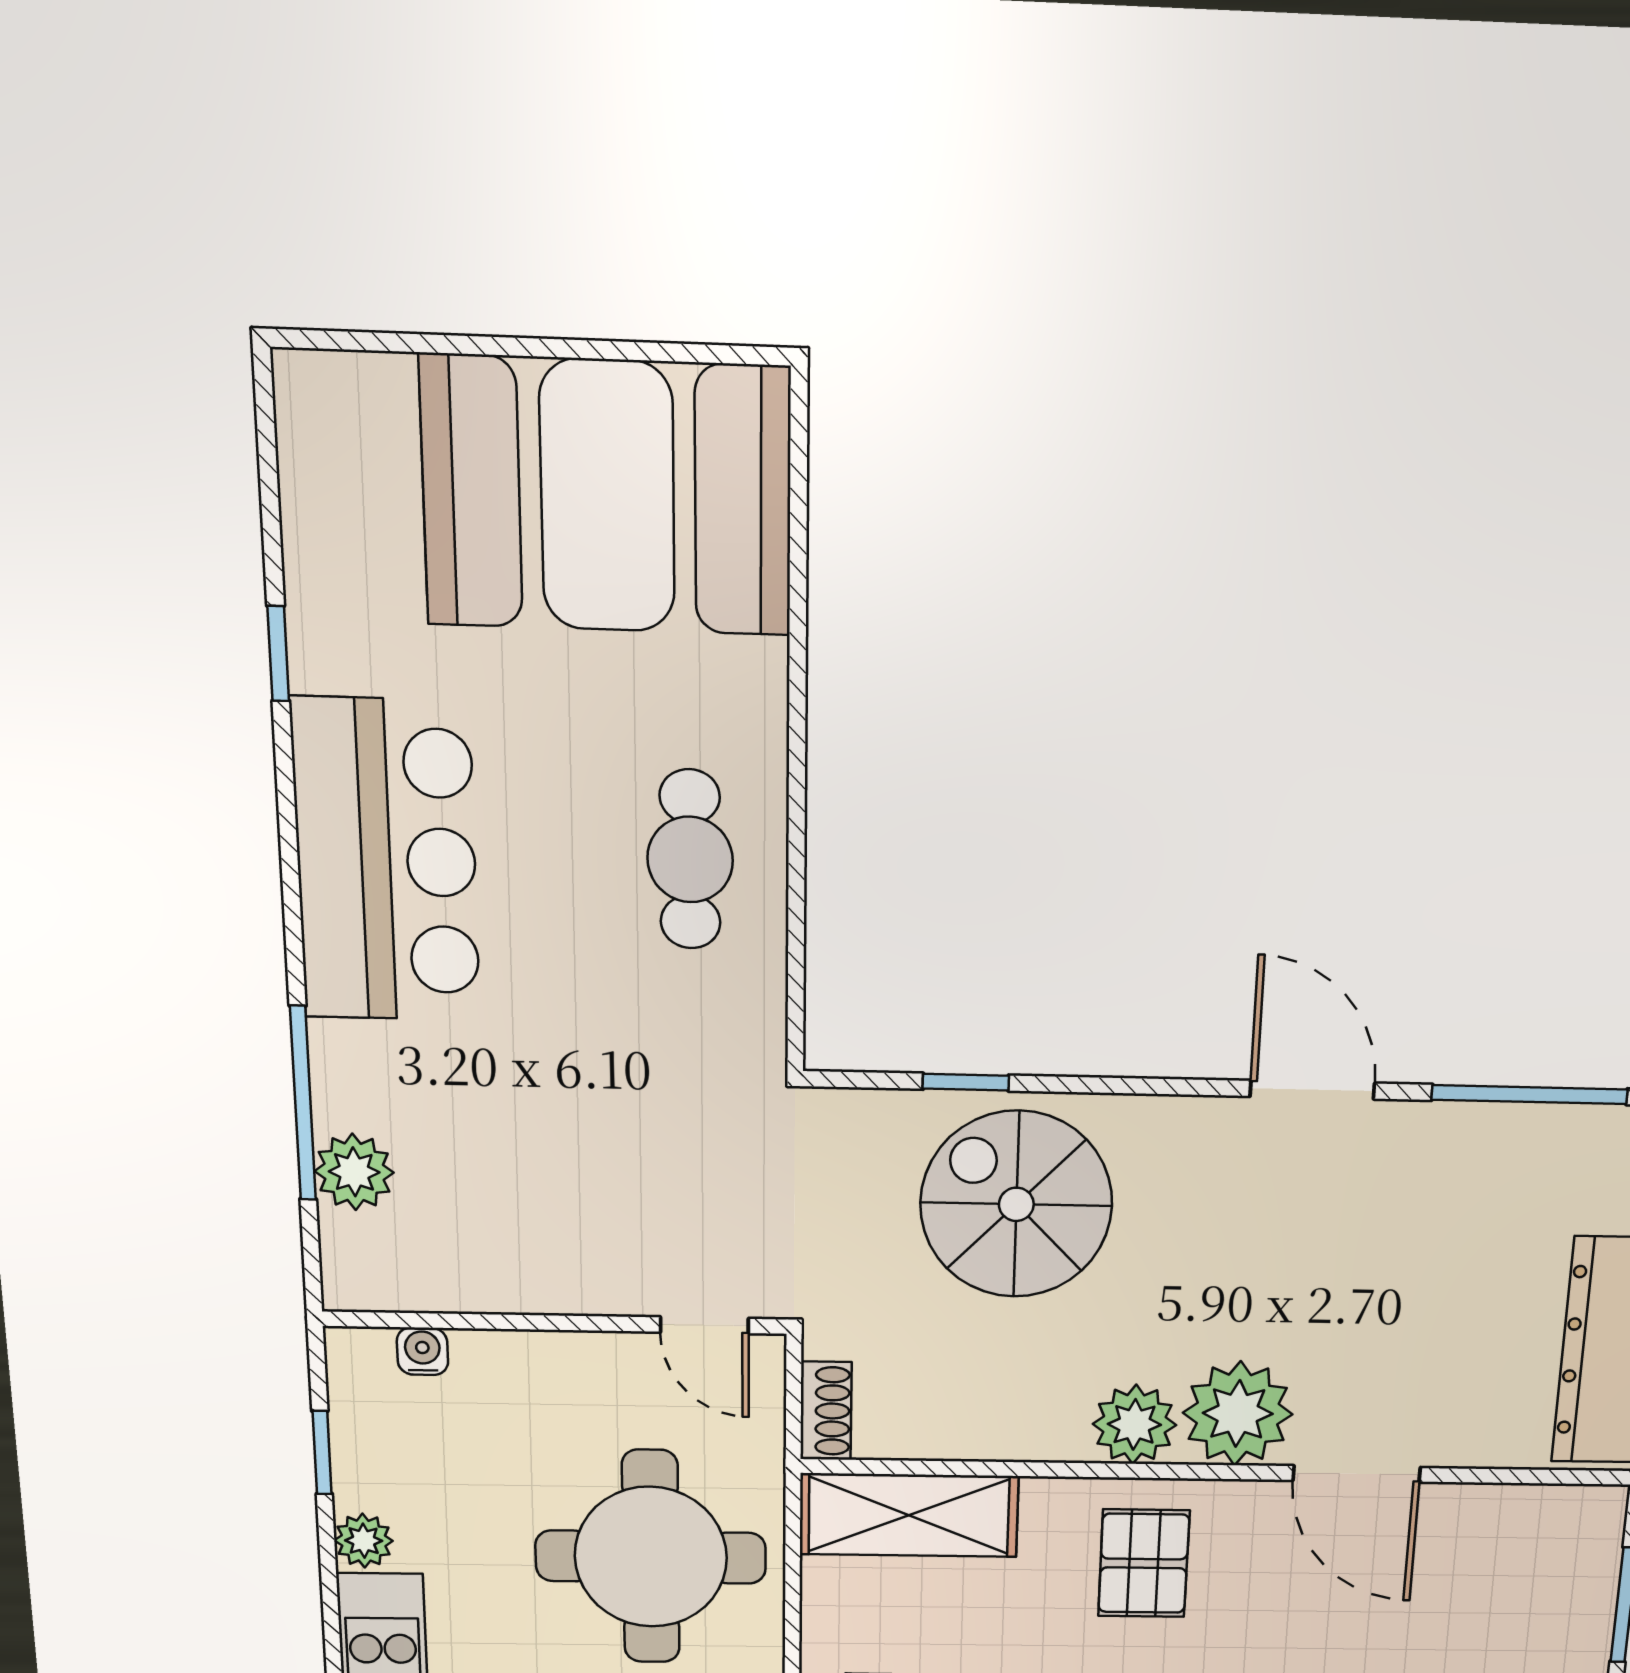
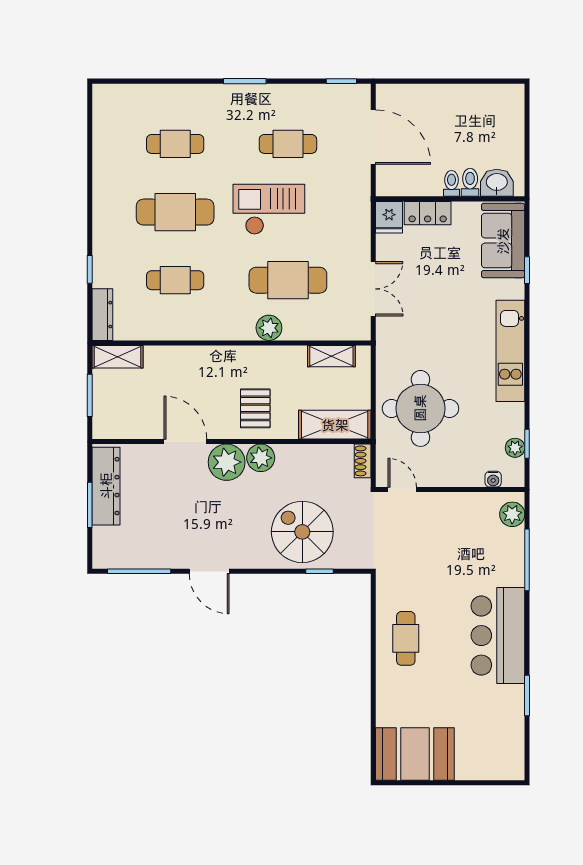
booth: (607, 496) -> (415, 754), width x0.73, depth x0.70
window: (278, 654) -> (527, 696), width x1.50
plant: (354, 1172) -> (512, 514), moved
spiral stairs: (1016, 1204) -> (302, 532), turned 180
plant: (364, 1541) -> (515, 448), moved

